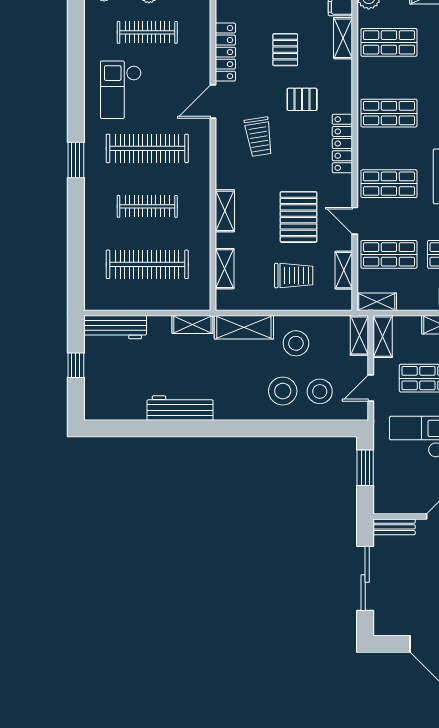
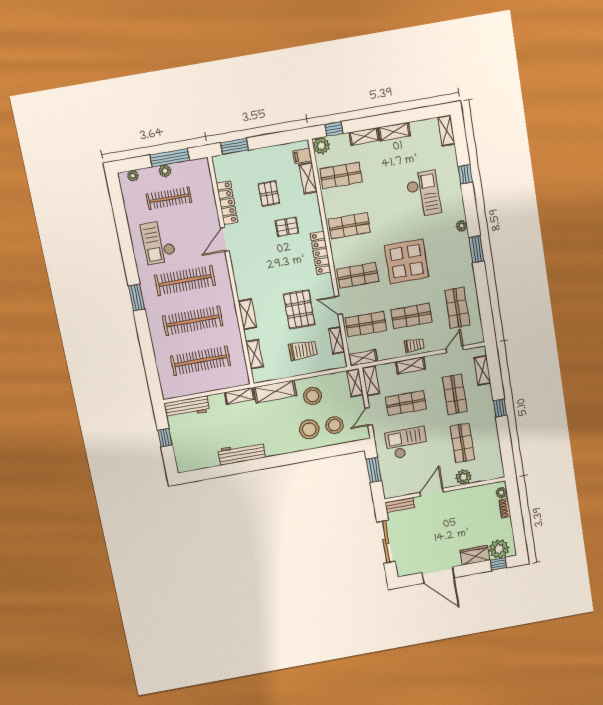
trolley: (259, 137) -> (261, 258), removed
clothes rail: (147, 206) -> (193, 321), width x1.37, depth x1.31

